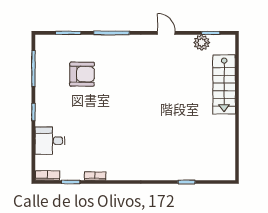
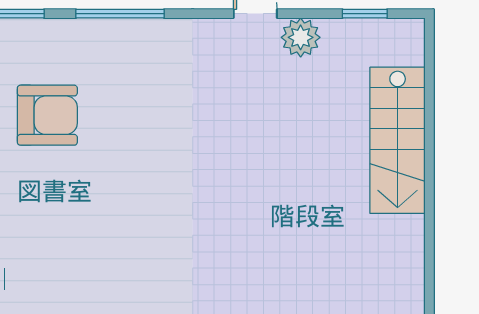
plant: (202, 43) -> (301, 37), moved

